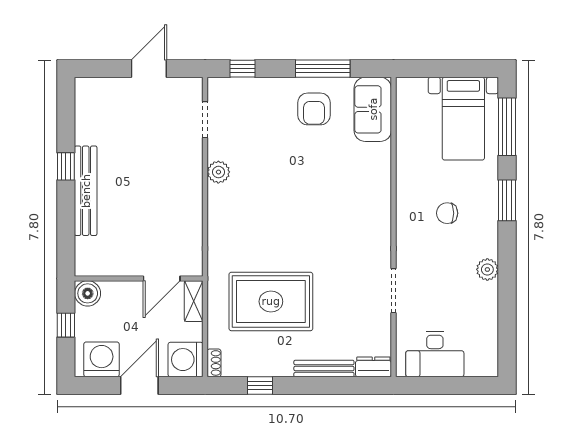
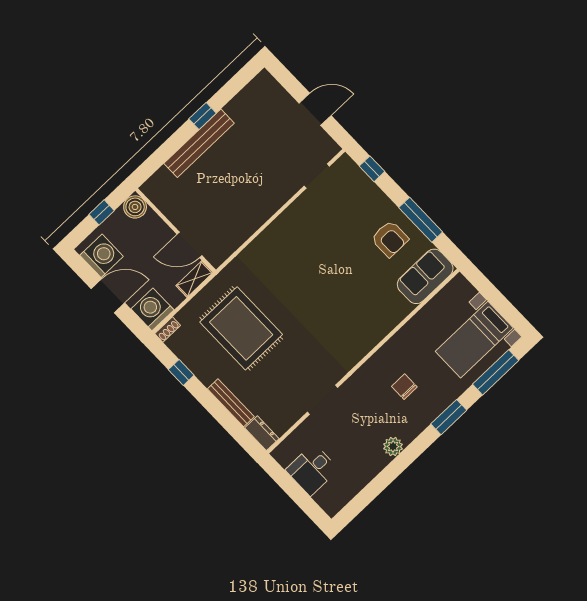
armchair: (314, 109) -> (390, 239), turned -90
plant: (218, 172) -> (292, 216), removed
desk: (435, 354) -> (312, 470), width x0.73

